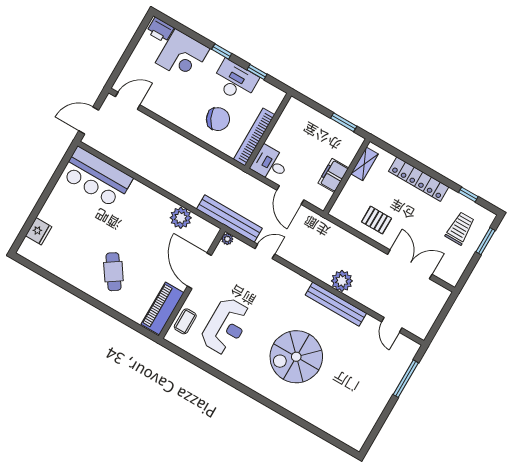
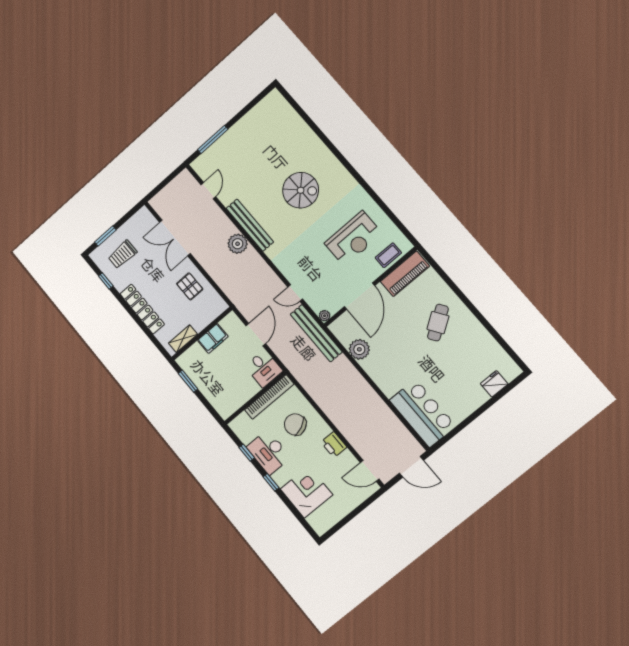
printer: (160, 30) -> (334, 445), moved, turned 180
reception desk: (226, 326) -> (353, 238), turned 180
spiral stairs: (296, 357) -> (301, 190), width x0.73, depth x0.73

